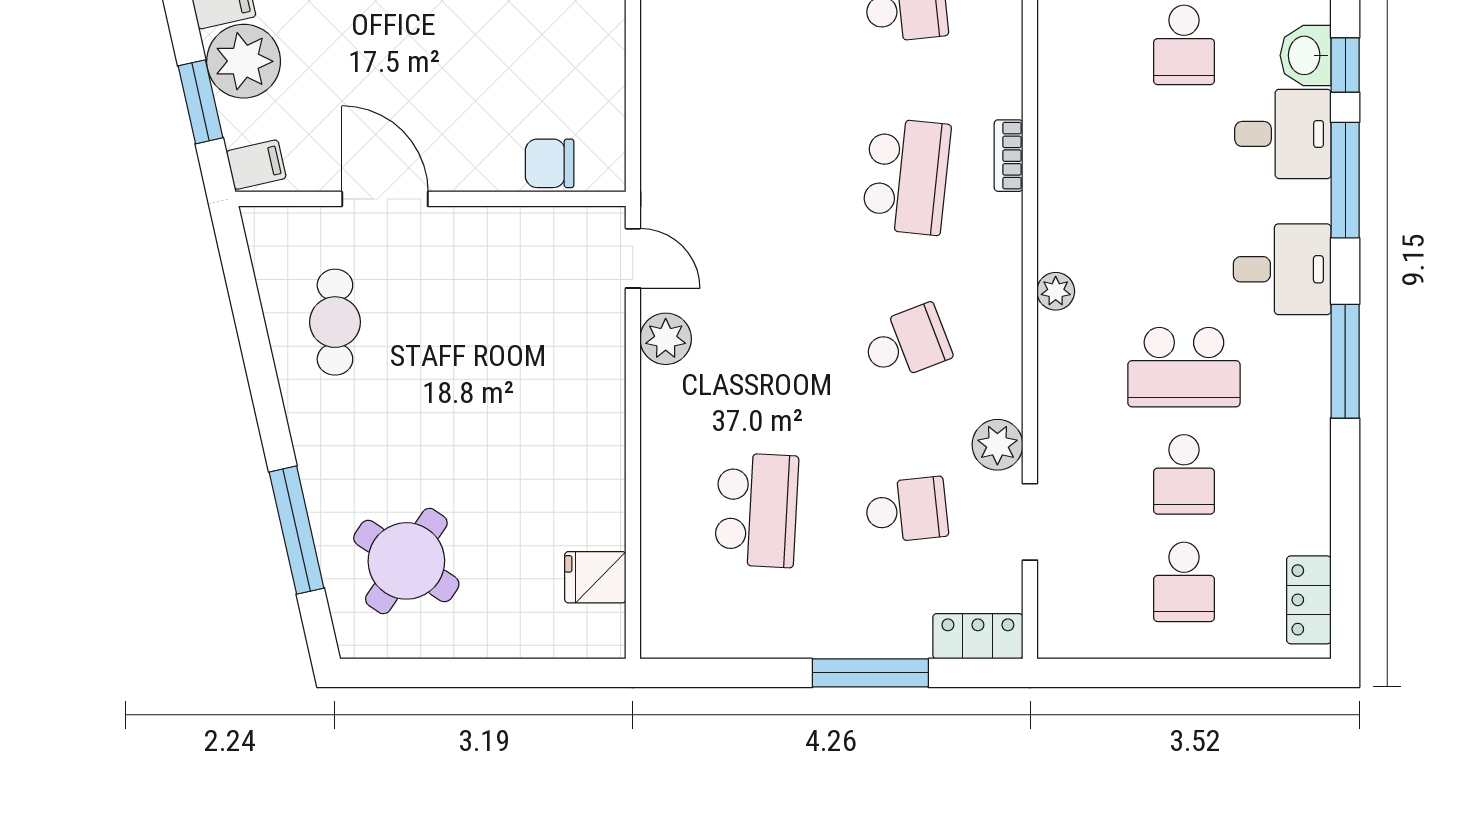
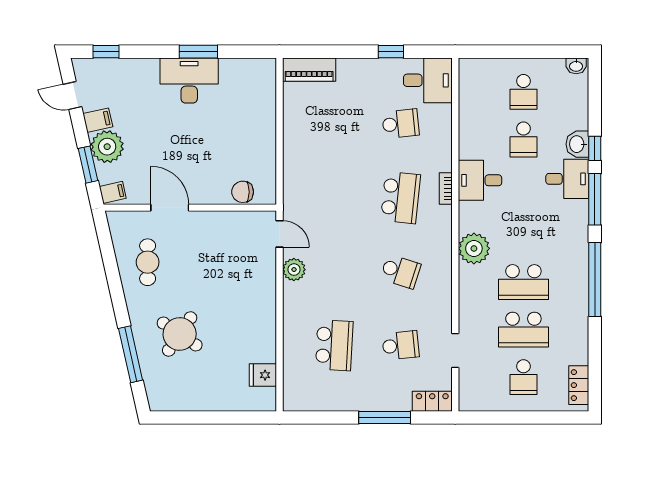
desk: (1282, 269) -> (480, 180), moved, turned 180
plant: (1056, 291) -> (474, 248), width x1.88, depth x1.88
school desk: (906, 343) -> (401, 271), turned 39
window: (1345, 361) -> (595, 279), width x1.46
plant: (997, 445) -> (441, 316), removed
school desk: (1184, 474) -> (523, 330), width x1.85
round table: (406, 561) -> (180, 334), moved

